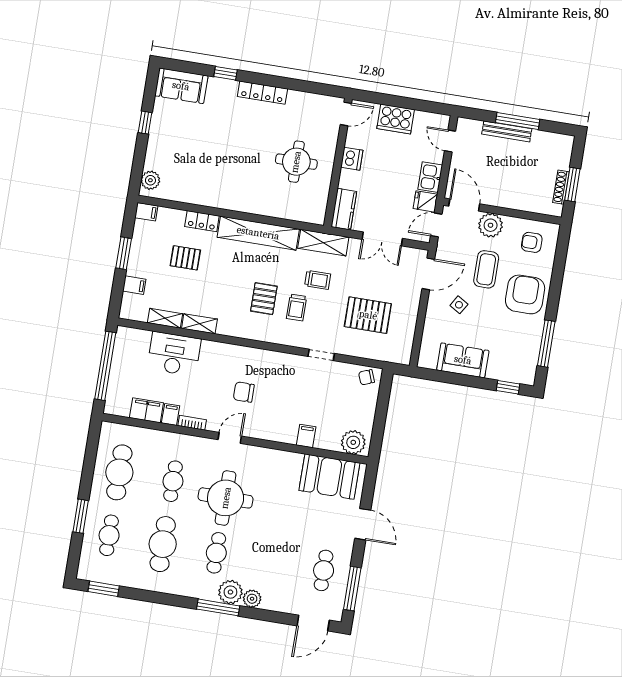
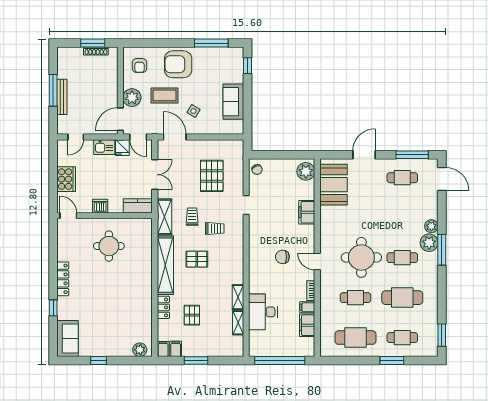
filing cabinet: (134, 285) -> (176, 349), moved
pallet: (264, 299) -> (197, 259), moved
chair: (244, 392) -> (282, 257), turned 90
filing cabinet: (306, 436) -> (307, 212), width x2.00

